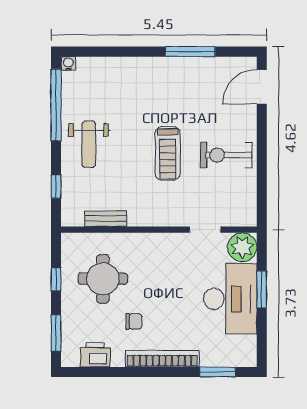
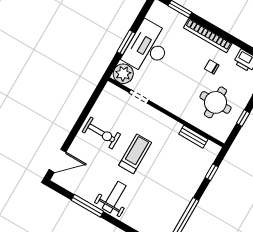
weight bench: (89, 144) -> (114, 197), moved

